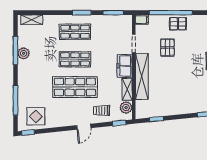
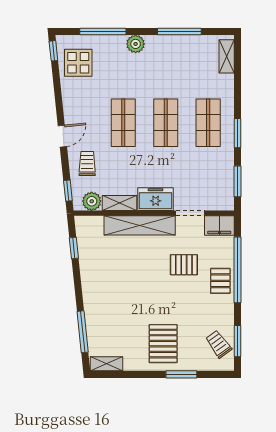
filing cabinet: (142, 20) -> (219, 226), width x2.00
plant: (24, 53) -> (136, 44), moved
shop shelf: (75, 87) -> (123, 123), width x0.70, depth x0.74
door: (84, 127) -> (62, 136), swing flipped

